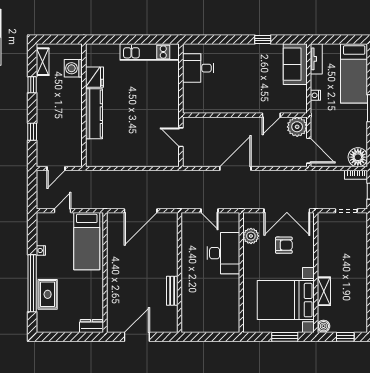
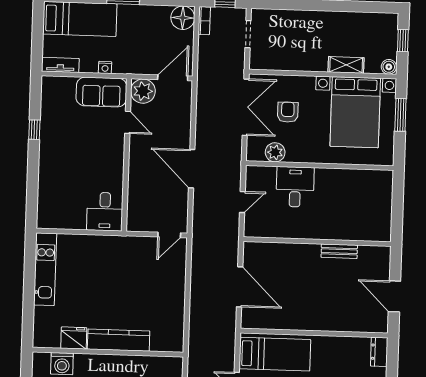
sofa: (295, 64) -> (101, 92), moved
desk: (198, 68) -> (105, 212), moved
door: (181, 137) -> (169, 235), moved
desk: (223, 253) -> (295, 187), width x0.73

